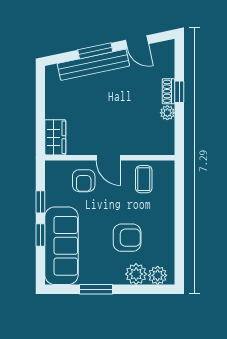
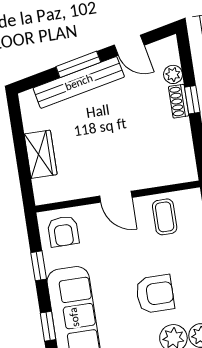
plant: (167, 113) -> (173, 74), moved
wardrobe: (55, 137) -> (41, 154), moved
armchair: (84, 181) -> (63, 231), moved
window: (40, 235) -> (48, 326), moved

